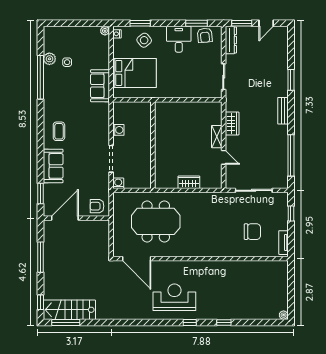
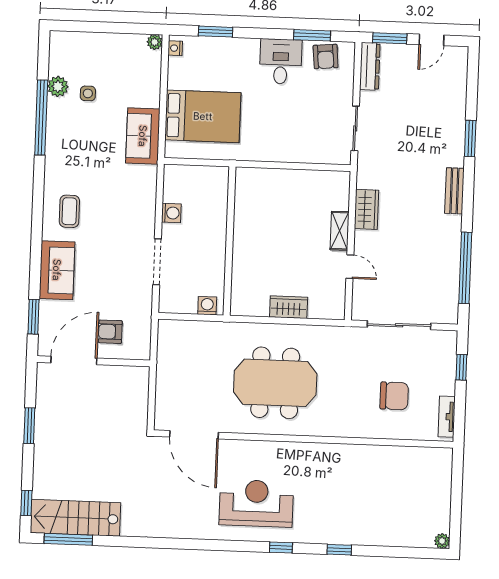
side table: (144, 40) -> (221, 61), removed
washing machine: (118, 183) -> (207, 306), moved
armchair: (97, 206) -> (110, 332), moved
meeting table: (156, 221) -> (275, 383), moved
window: (40, 257) -> (29, 426), width x0.69

